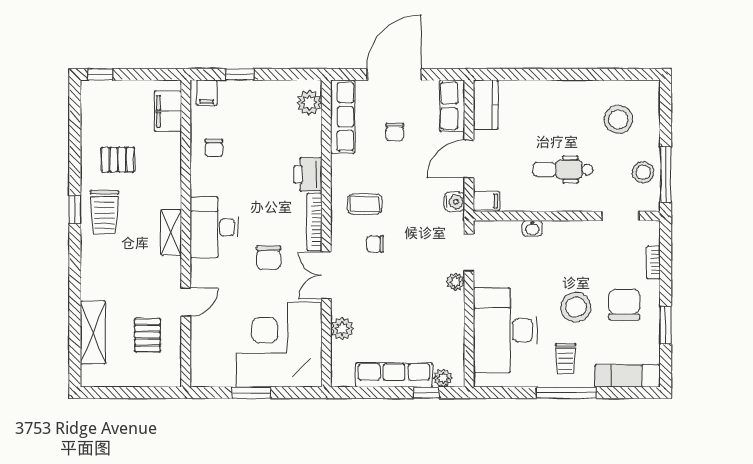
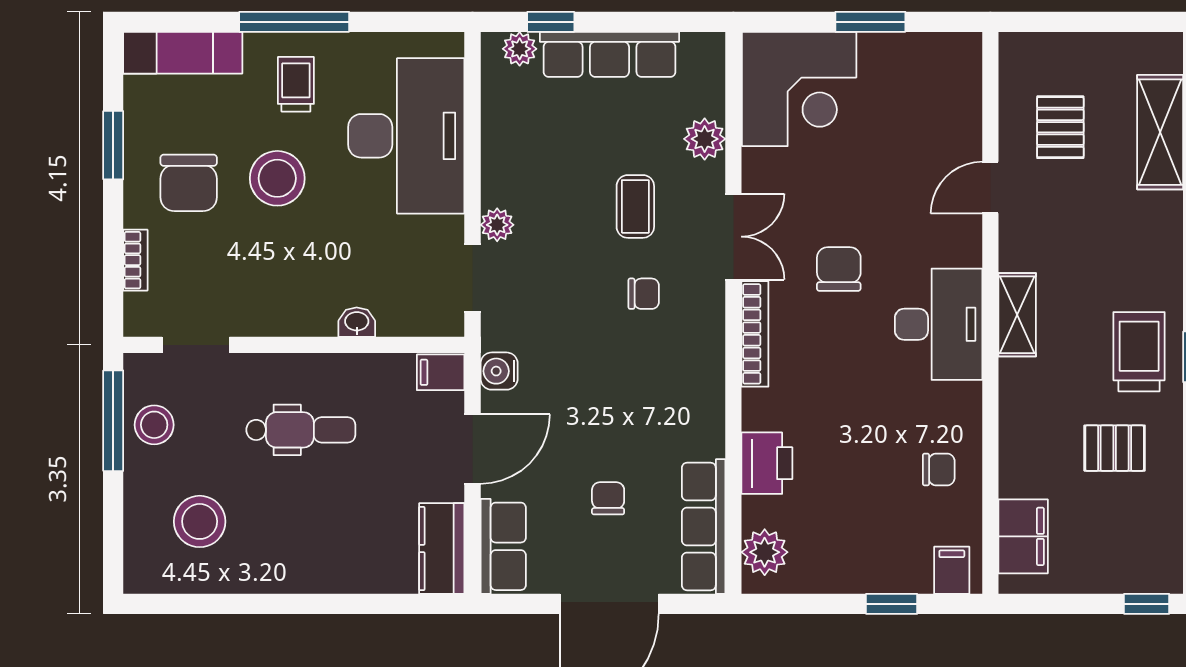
chair: (214, 148) -> (939, 469), turned 90
printer: (308, 175) -> (767, 463), moved
coffee table: (365, 204) -> (635, 206), moved, turned 90
corner desk: (279, 345) -> (799, 89), width x0.74, depth x0.74

